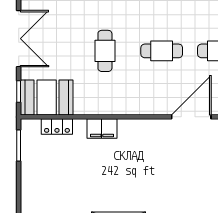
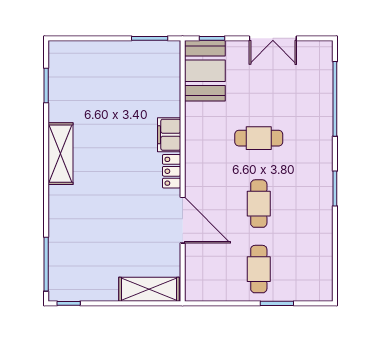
double door: (19, 39) -> (273, 38), width x0.73
door: (191, 117) -> (183, 220), moved
locker: (57, 126) -> (172, 171), moved

